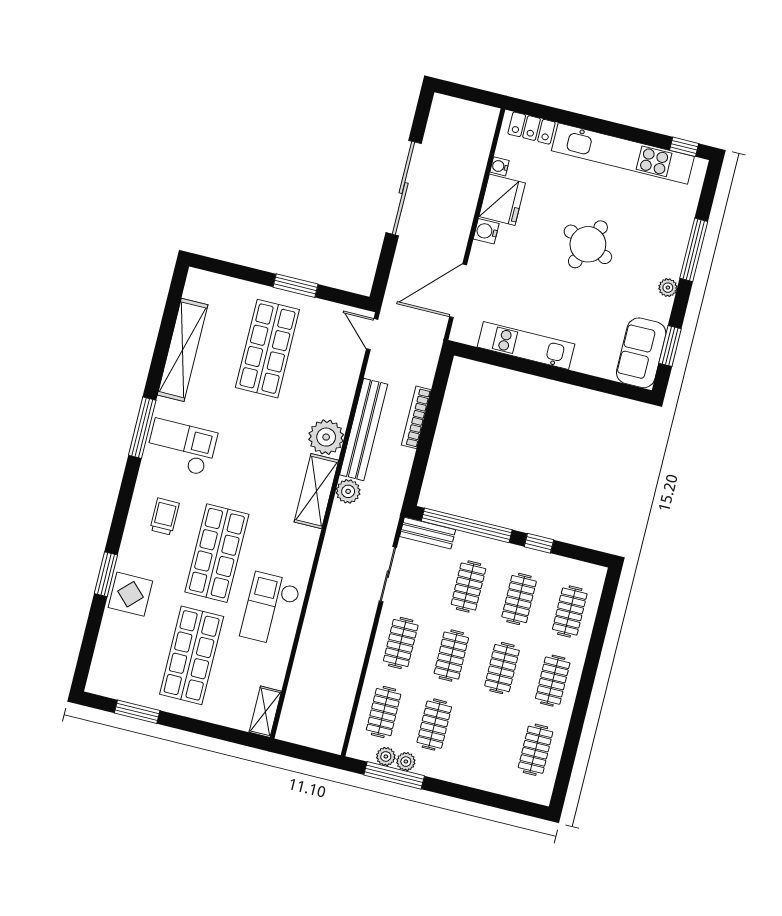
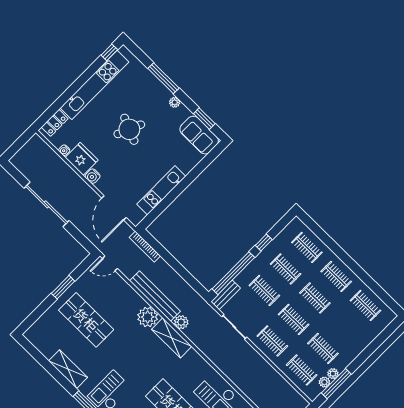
shelving: (183, 350) -> (68, 369), width x0.68
bookcase: (416, 417) -> (145, 247), moved

